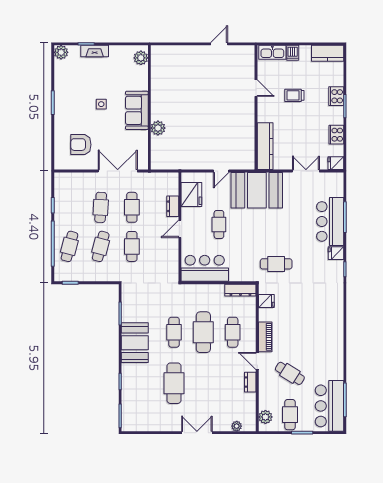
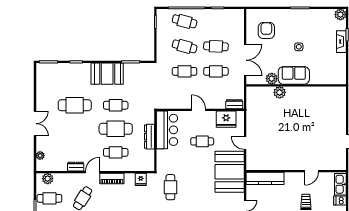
plant: (141, 58) -> (272, 79), moved
dresser: (173, 206) -> (234, 104), moved
dresser: (240, 290) -> (149, 137), moved

